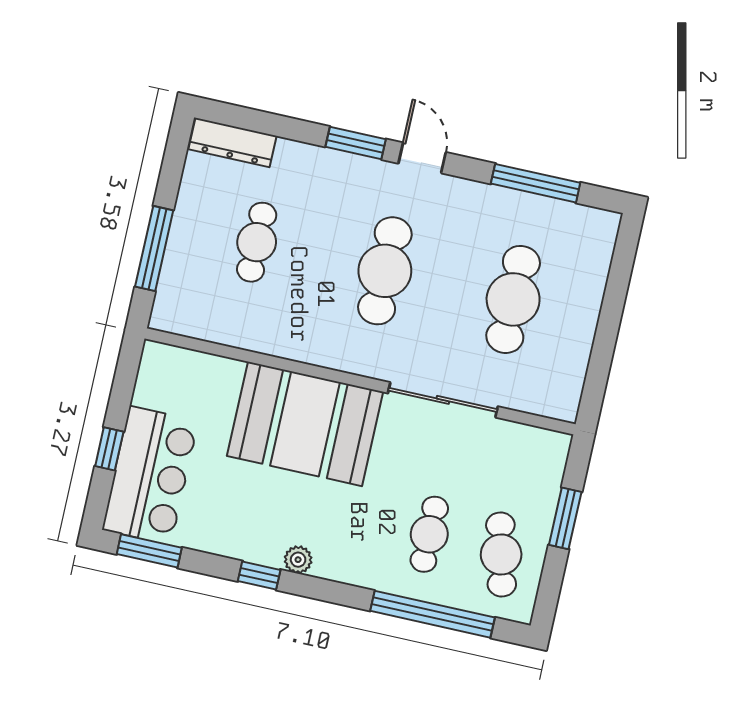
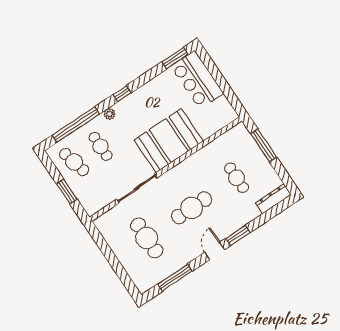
door: (422, 158) -> (215, 251), swing flipped
cafe table: (385, 271) -> (192, 208), turned 90
window: (109, 449) -> (217, 75), removed
plant: (298, 560) -> (109, 114), moved
window: (259, 575) -> (122, 94), moved

